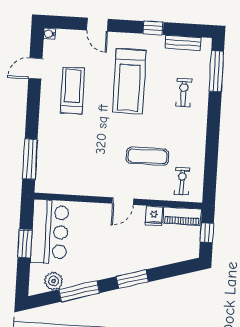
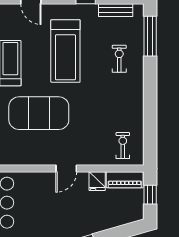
exercise mat: (148, 156) -> (39, 113), moved, width x2.00, depth x1.45

